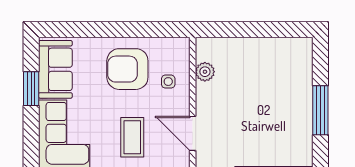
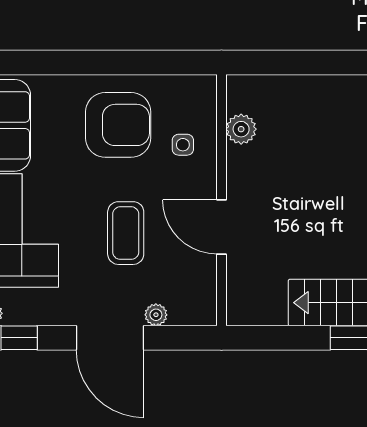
armchair: (127, 69) -> (118, 125), turned 180

